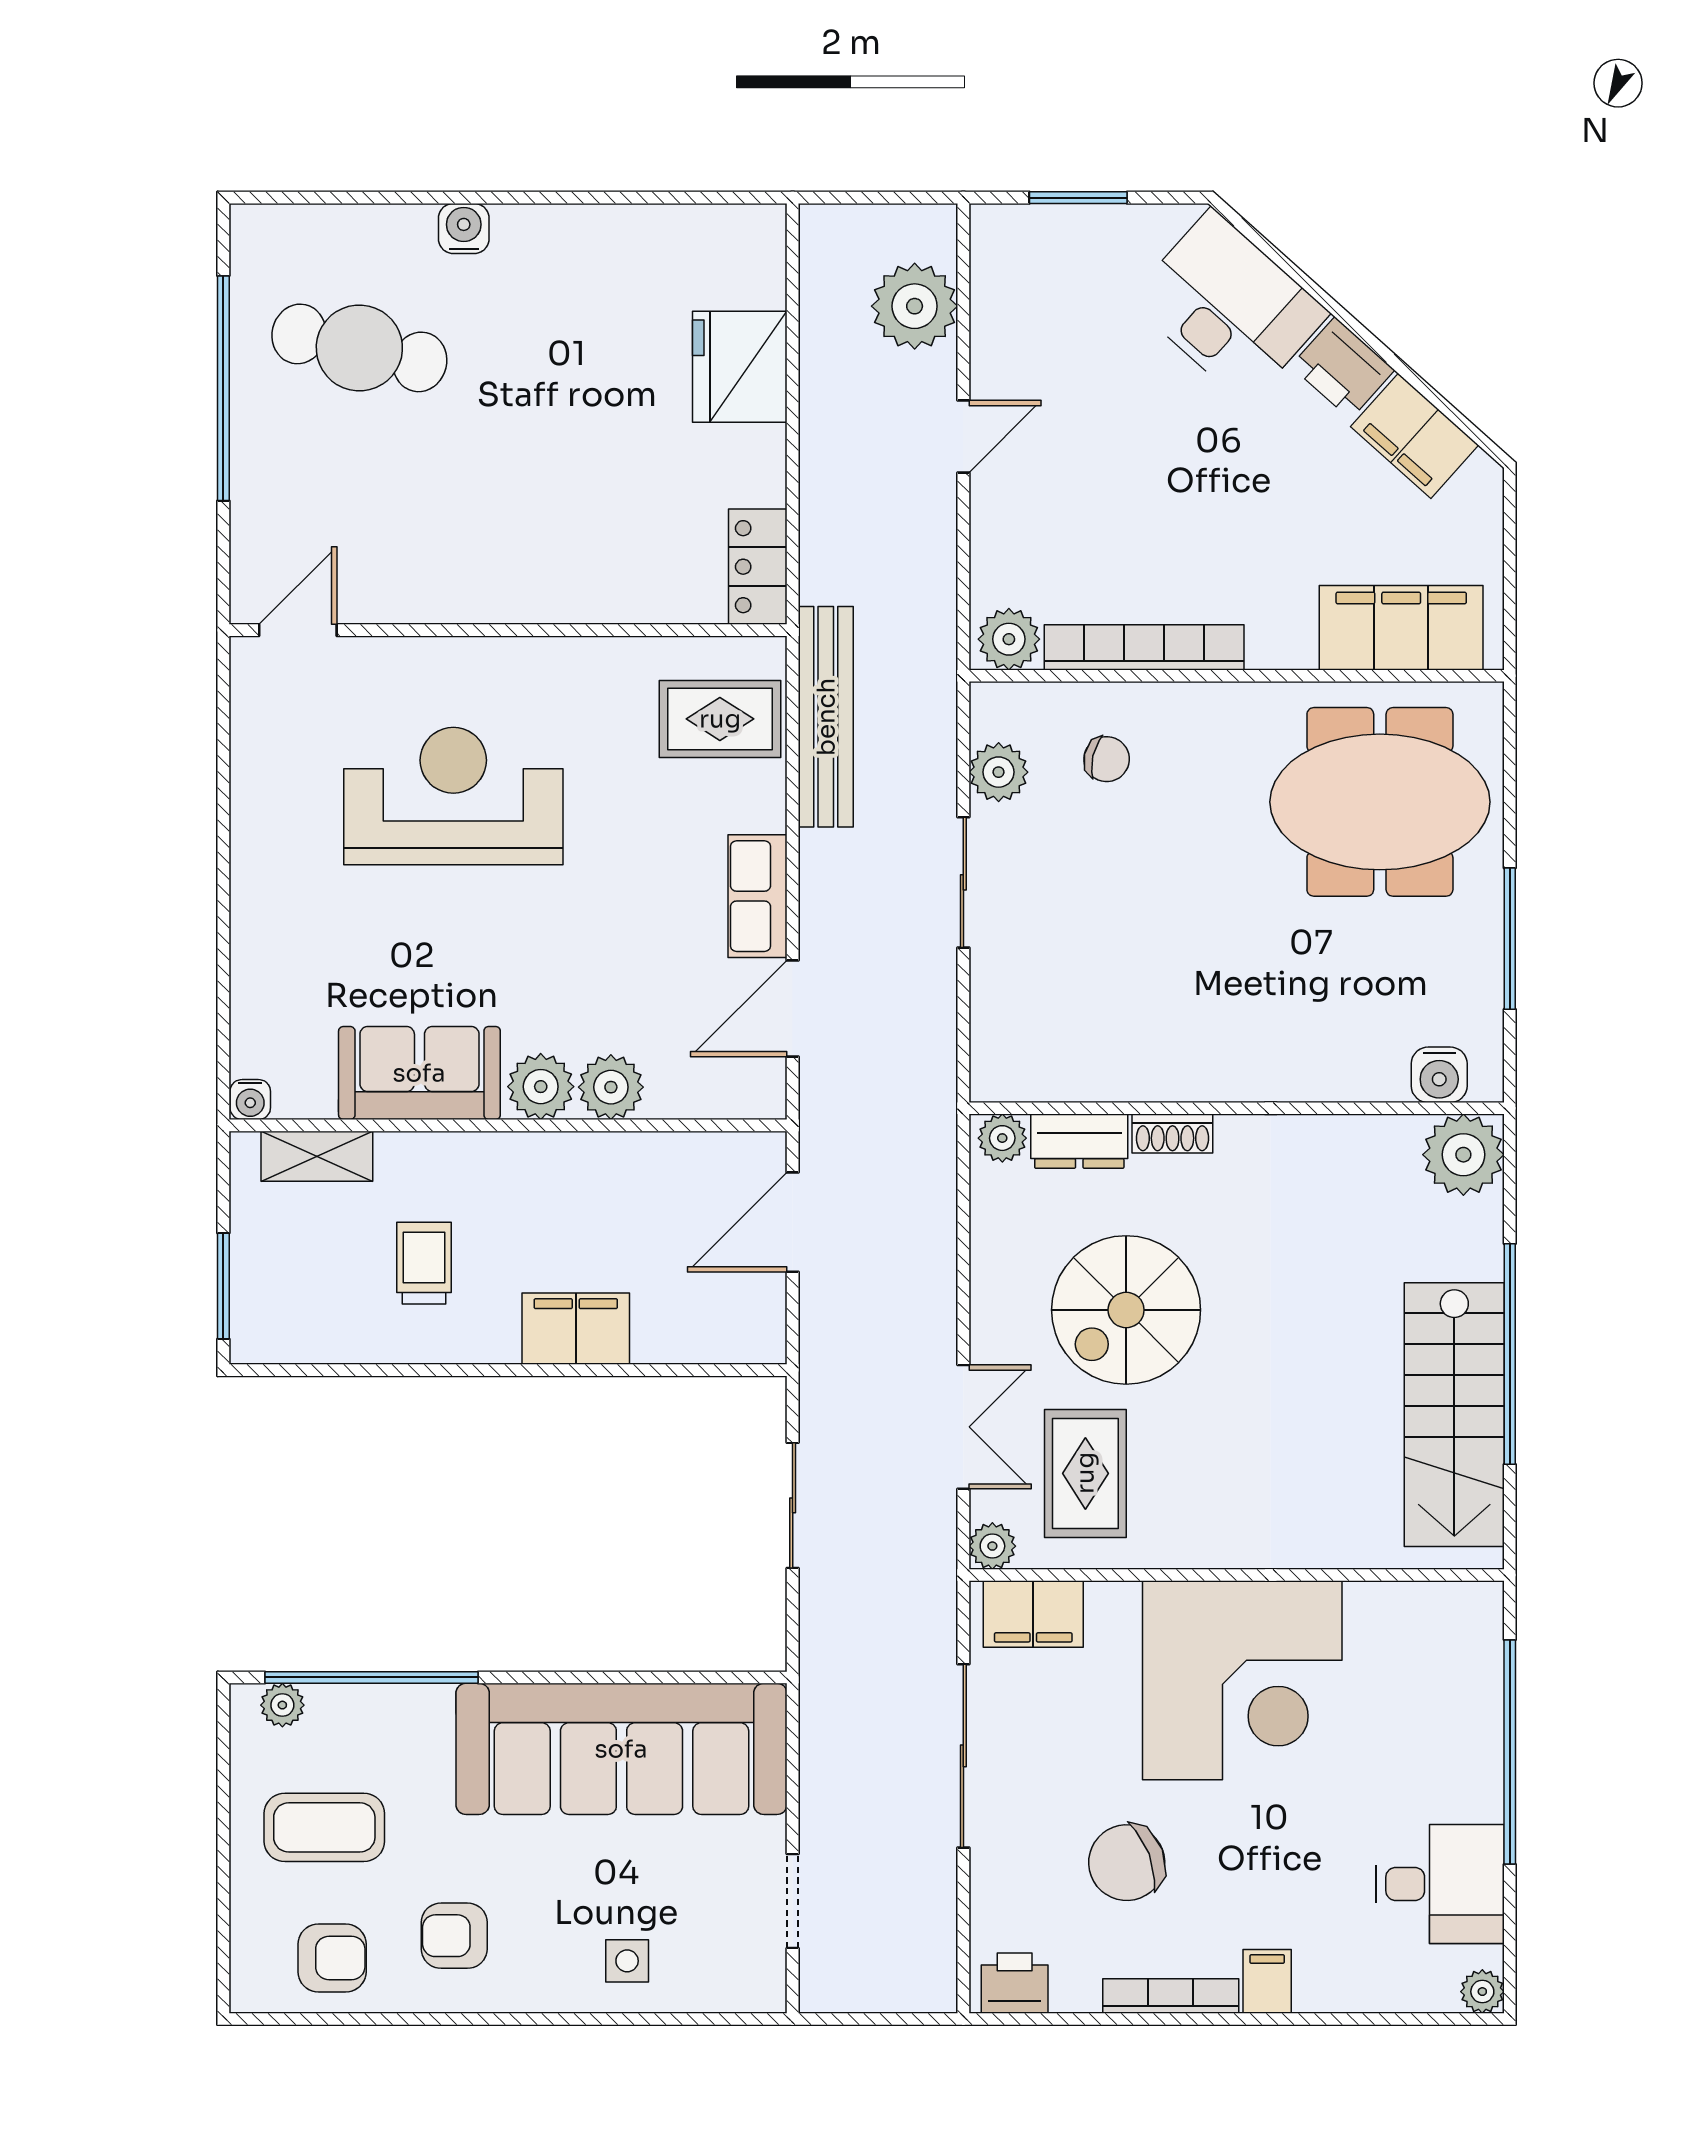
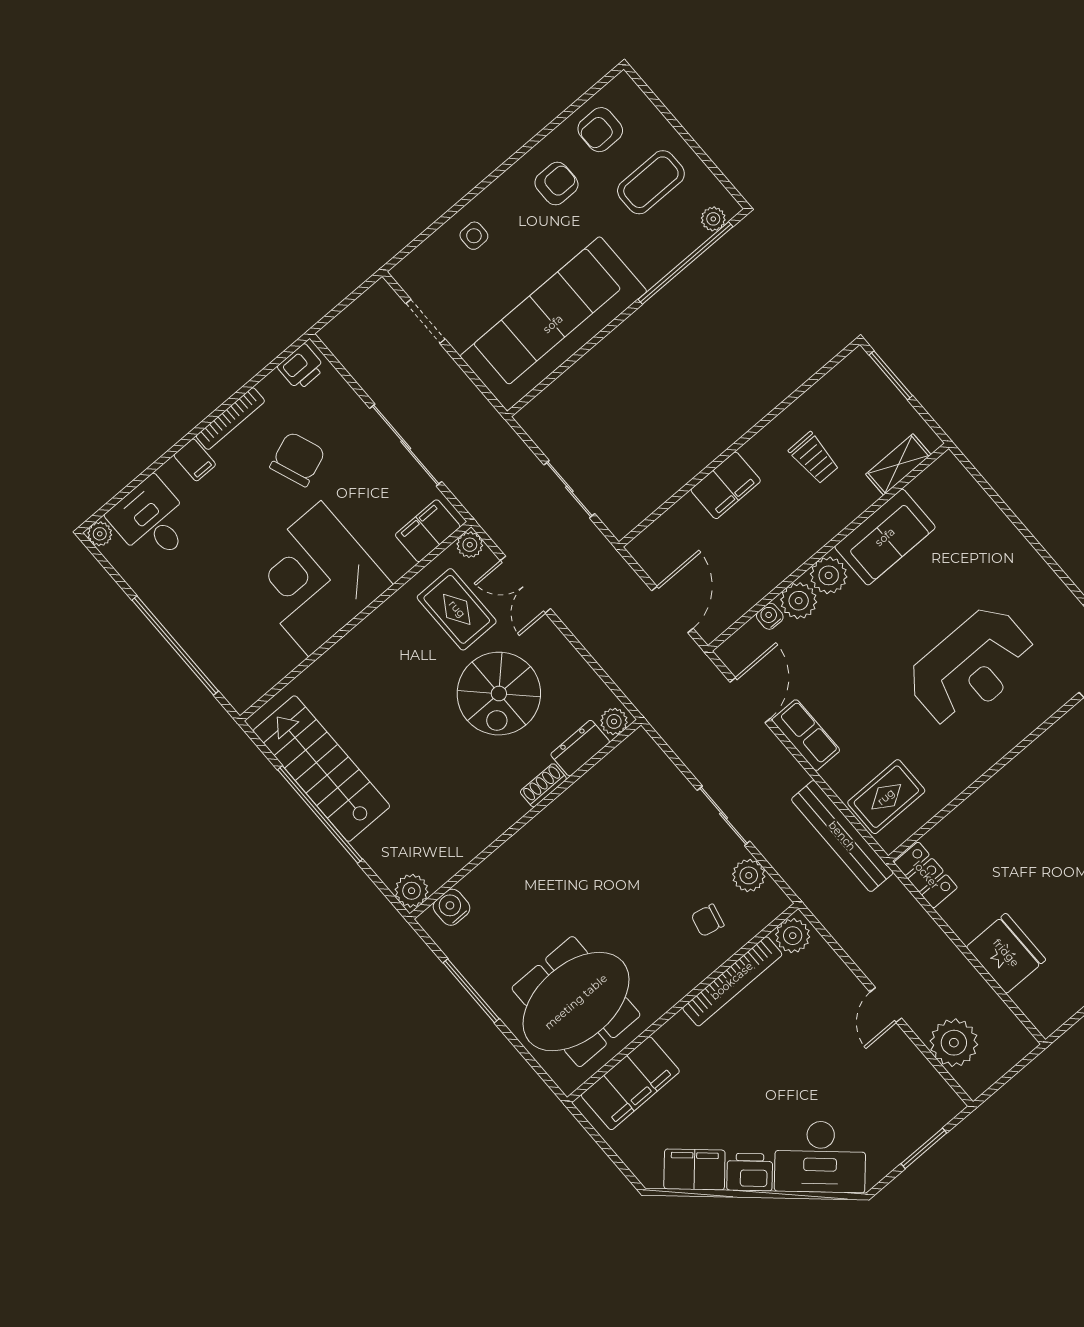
water cooler: (250, 1100) -> (770, 616), moved
plant: (1463, 1155) -> (412, 891), width x0.73, depth x0.73
spiral stairs: (1126, 1310) -> (499, 694), turned 180
desk: (1440, 1884) -> (152, 521), moved, turned 90

